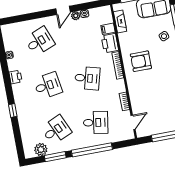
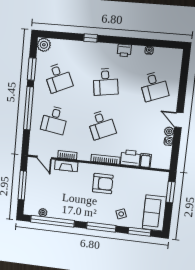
fireplace: (120, 22) -> (66, 166), moved
armchair: (141, 61) -> (103, 184), turned 90
desk: (87, 78) -> (101, 125), turned -39
plant: (41, 149) -> (44, 45), moved

